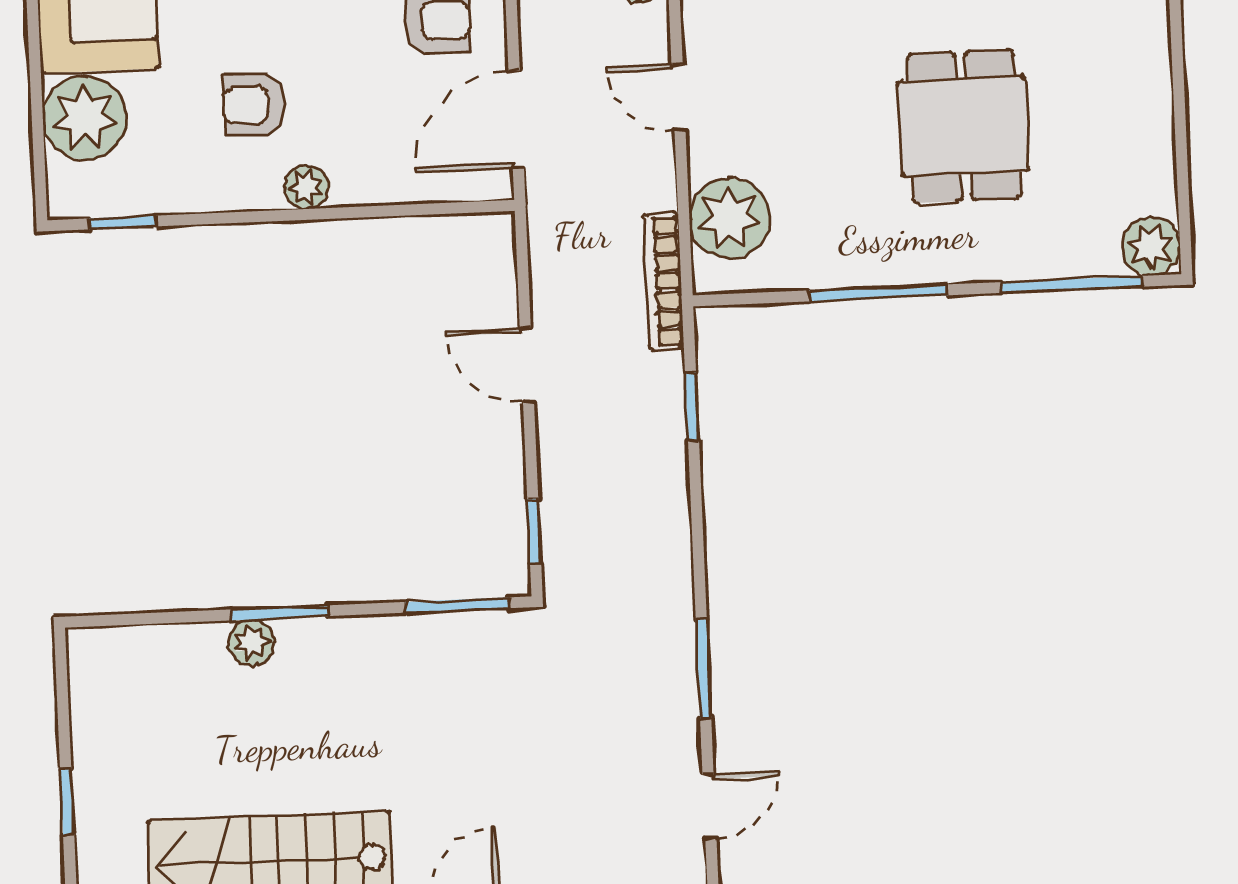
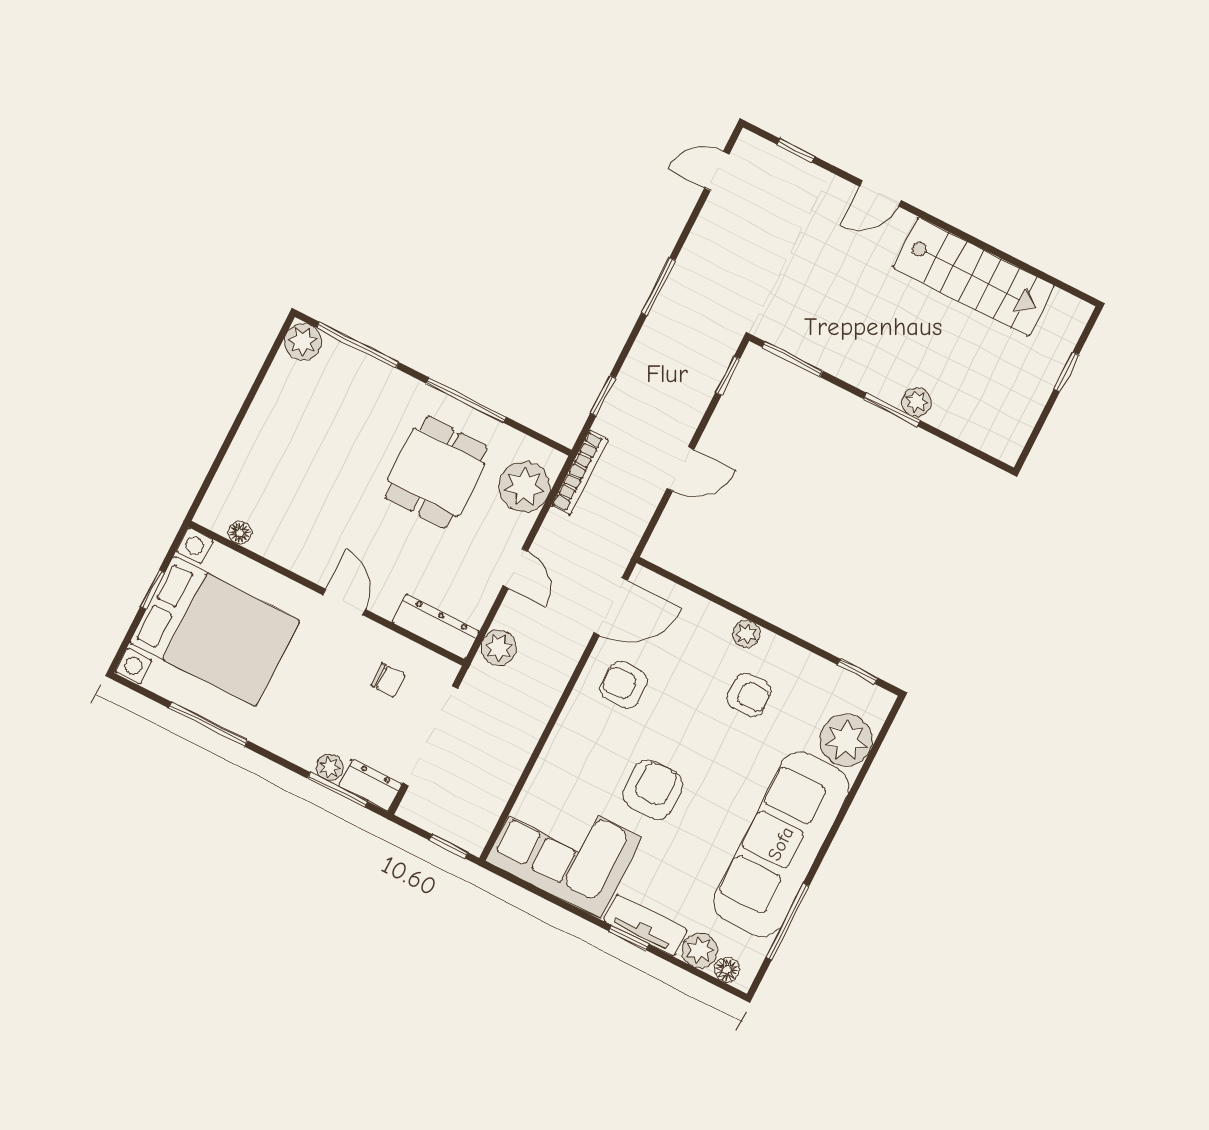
dining table: (964, 126) -> (436, 472), moved
door: (527, 365) -> (680, 469), hinge flipped
window: (703, 668) -> (658, 287), moved

